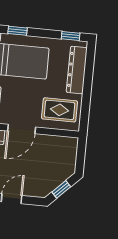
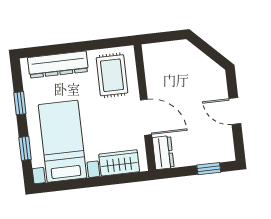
window: (71, 36) -> (20, 103), moved
window: (61, 189) -> (210, 52), removed

